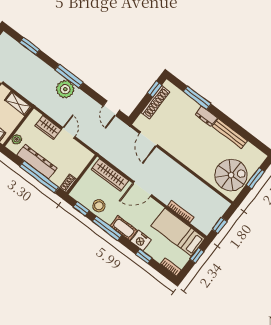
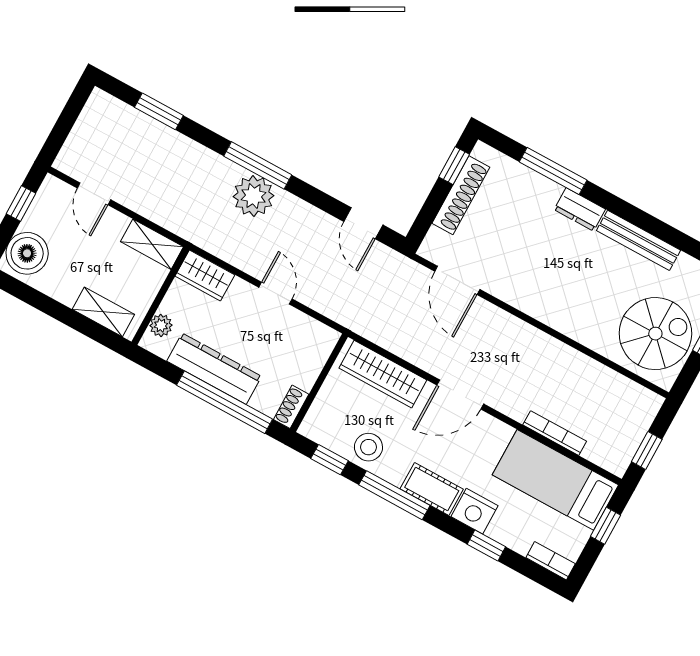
wardrobe: (48, 127) -> (205, 275), moved

